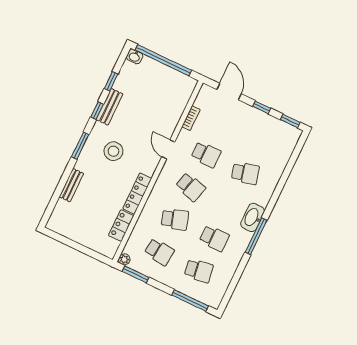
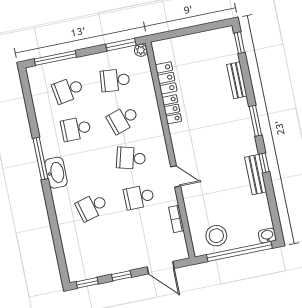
window: (111, 81) -> (239, 43), moved
stool: (113, 151) -> (216, 236), moved
locker: (137, 194) -> (172, 109), width x0.66

